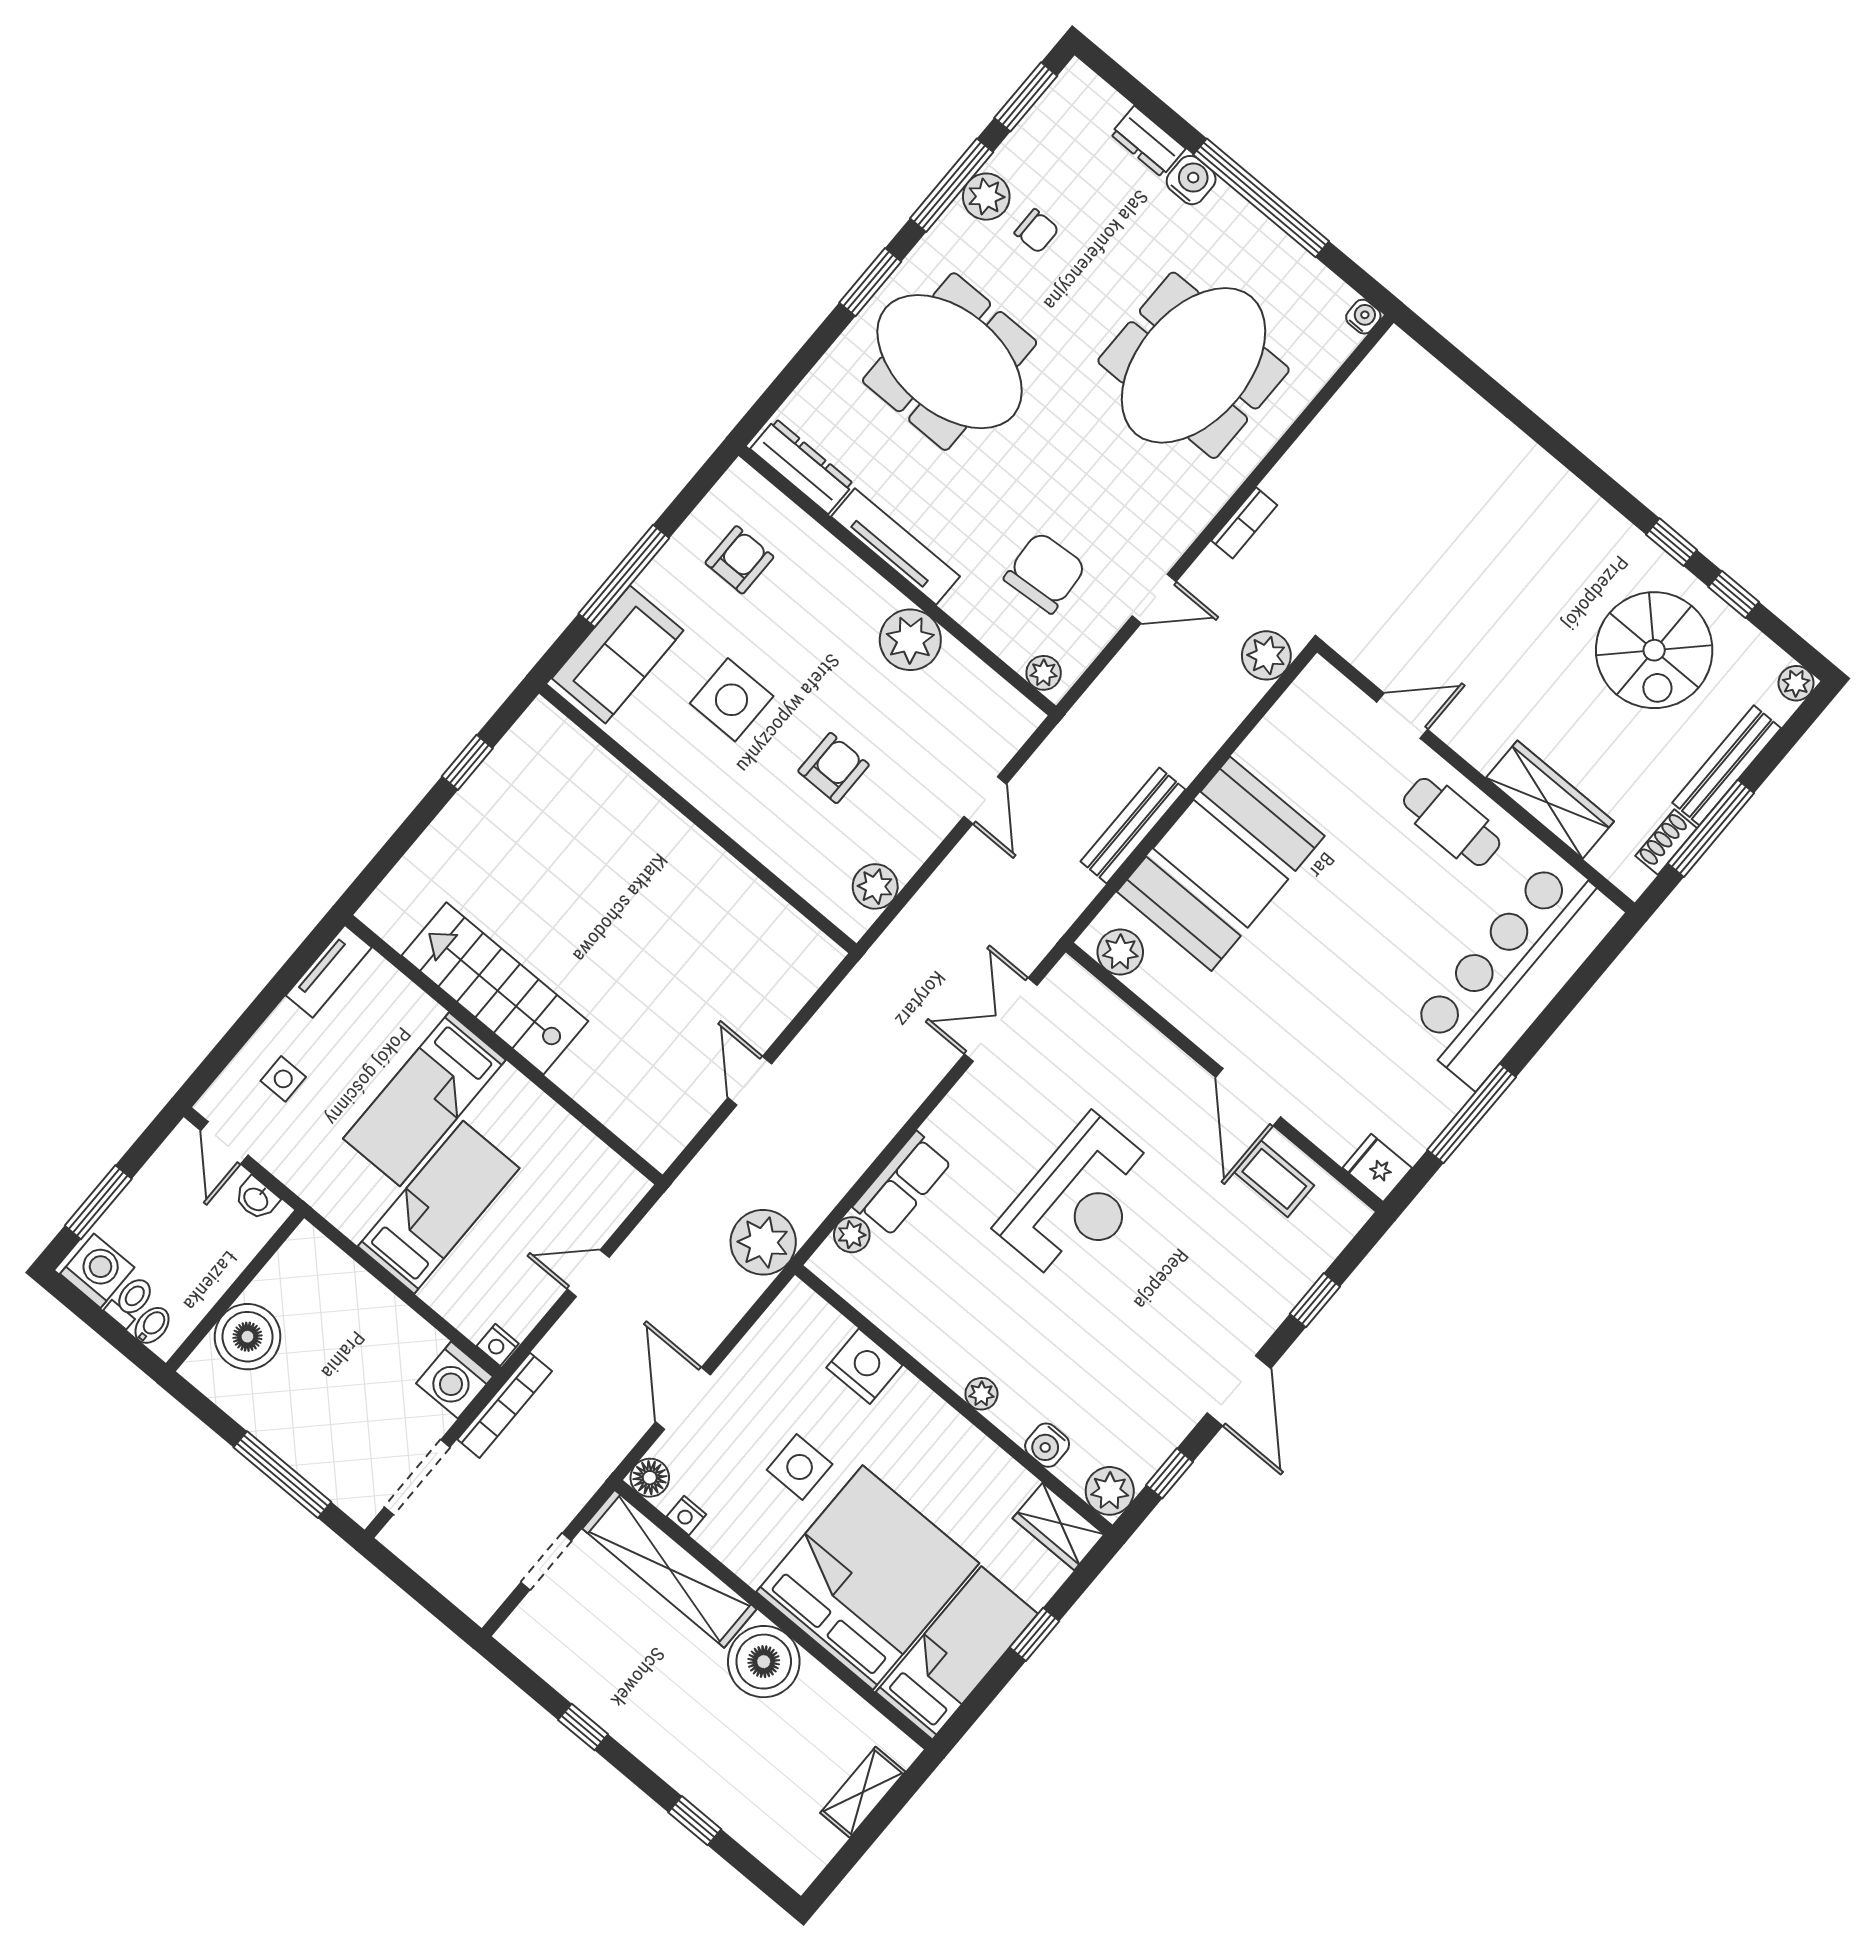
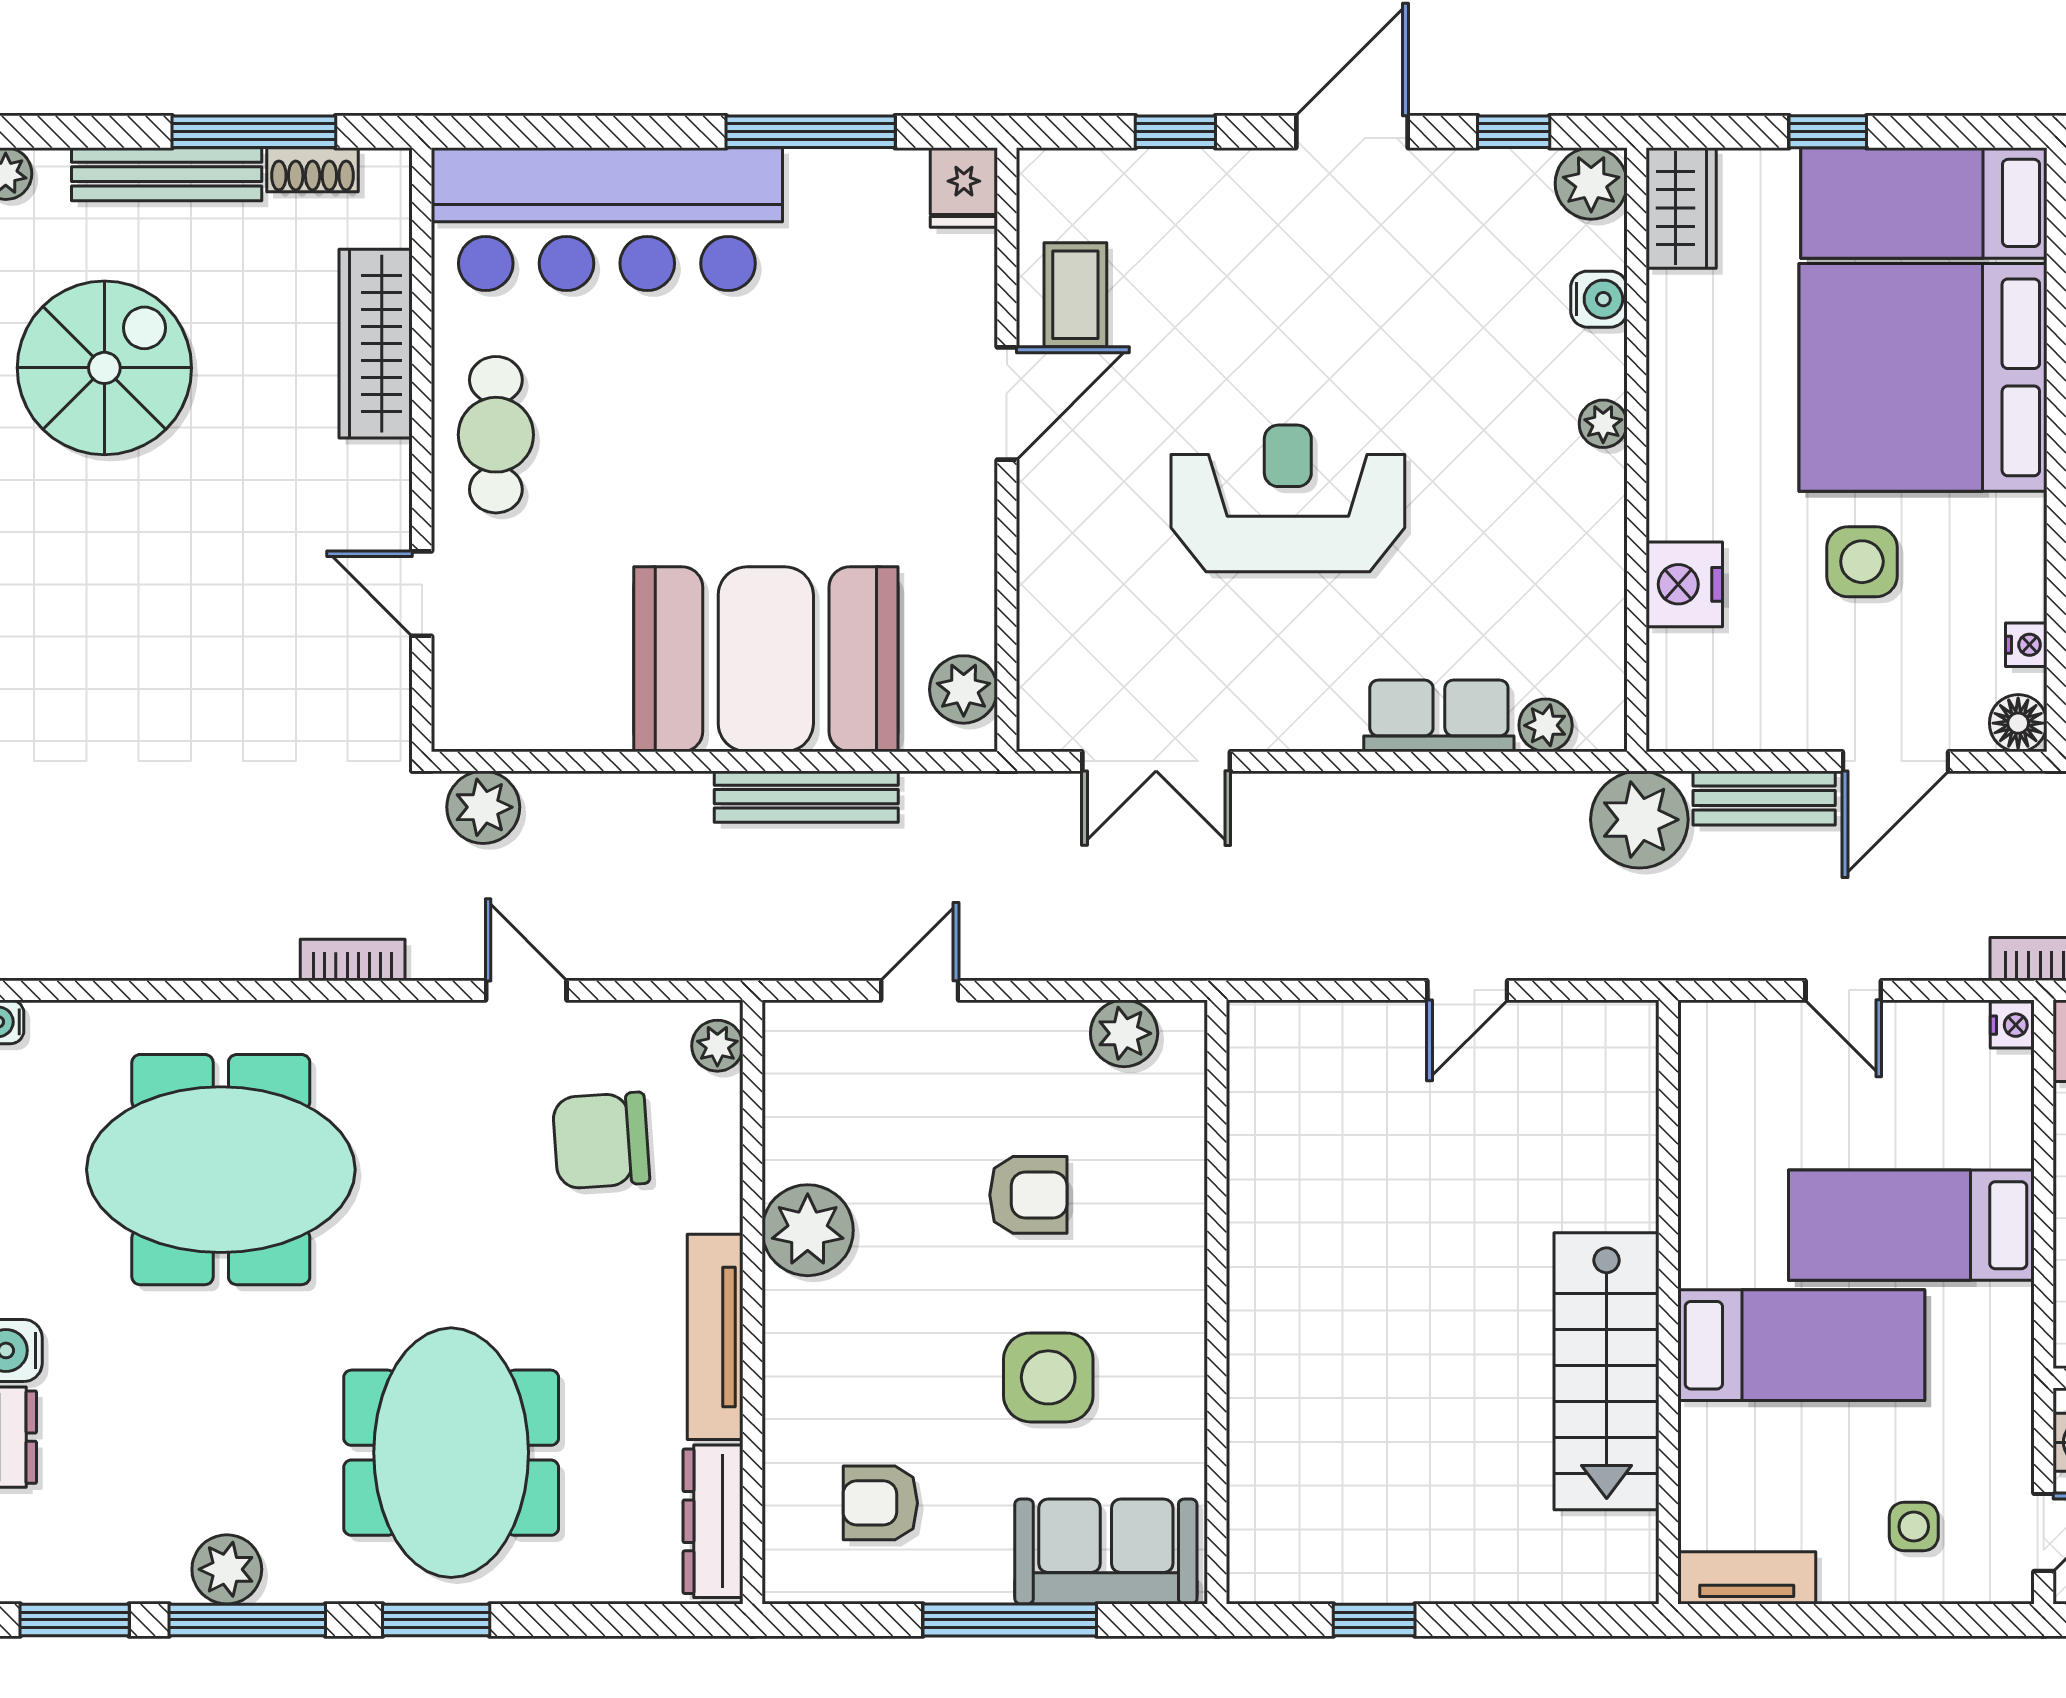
chair: (1037, 231) -> (218, 1478), removed
armchair: (834, 768) -> (1028, 1195), turned 180
bench: (721, 1315) -> (1764, 798), added

